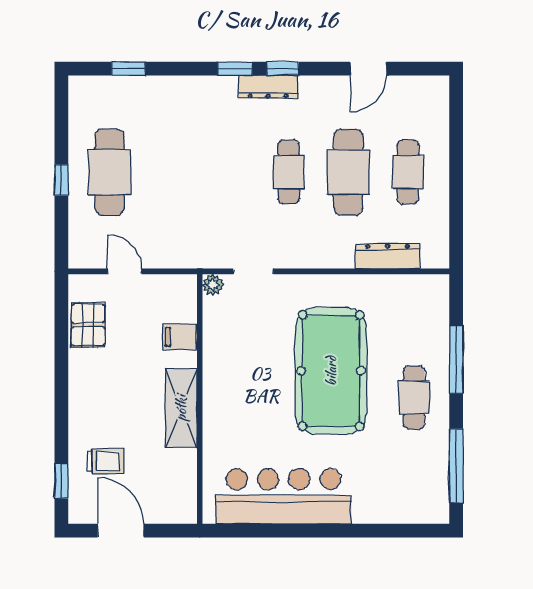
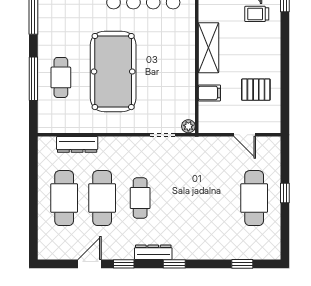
window: (283, 69) -> (124, 264), moved
cafe table: (408, 172) -> (64, 198), width x1.37, depth x1.35
pallet: (88, 325) -> (256, 90), moved, turned 90
cafe table: (414, 397) -> (61, 77), moved

